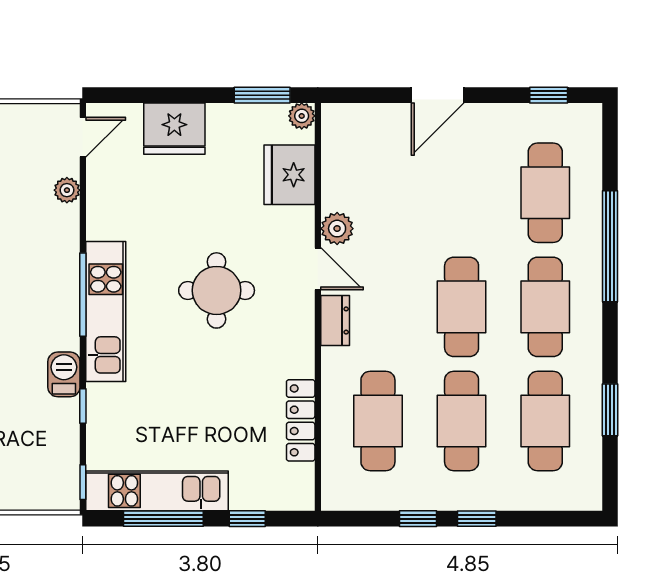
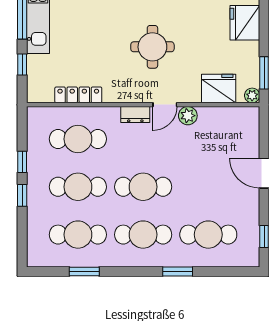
window: (610, 246) -> (178, 272), width x0.47

